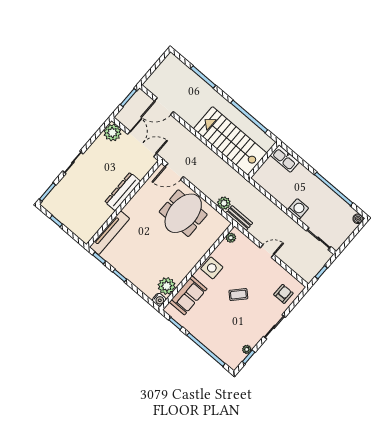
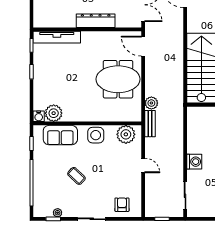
plant: (231, 238) -> (126, 134), width x1.88, depth x1.88
armchair: (283, 294) -> (122, 205), turned -90
coffee table: (238, 295) -> (76, 176), moved

